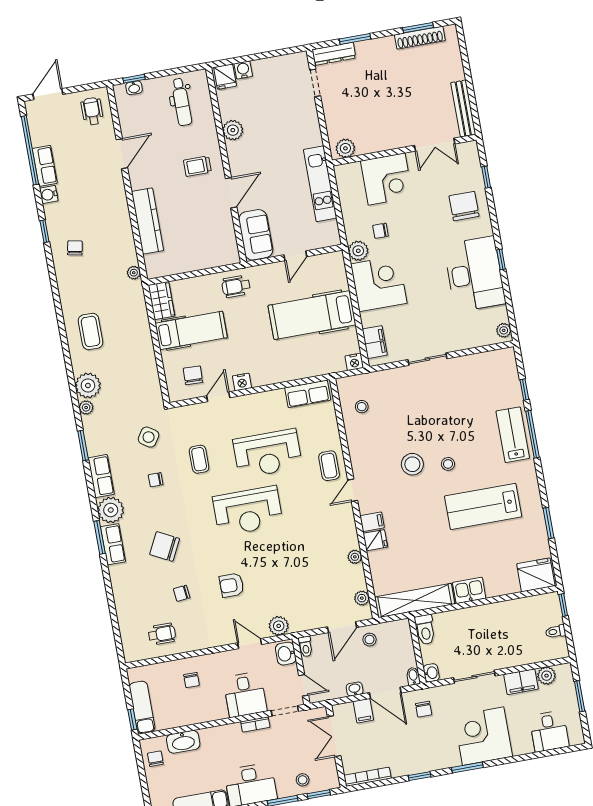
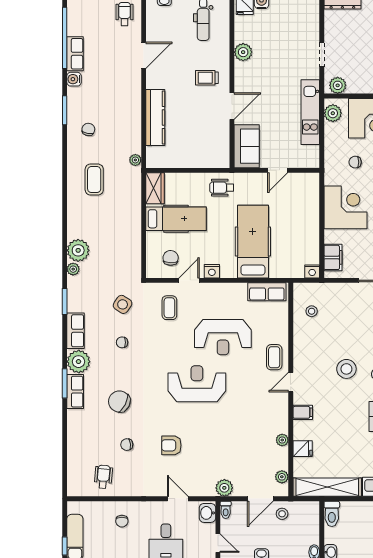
doorway: (315, 83) -> (322, 55), moved
window: (44, 231) -> (65, 110), width x1.50
plant: (358, 251) -> (333, 113), moved
hospital bed: (312, 315) -> (253, 242), moved, turned 90
coffee table: (91, 331) -> (94, 180), moved
coffee table: (199, 459) -> (169, 308), moved
reception desk: (248, 511) -> (197, 384), turned 180
fridge: (375, 540) -> (303, 449), moved
plant: (279, 626) -> (224, 488), moved
wheelchair: (162, 634) -> (103, 477), turned -85

